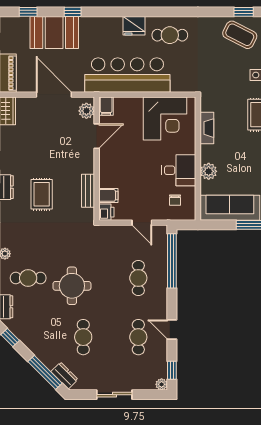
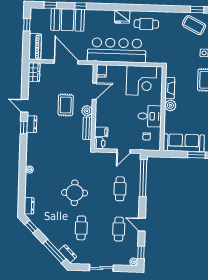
plant: (86, 111) -> (87, 111), moved
plant: (209, 171) -> (170, 105), moved
rug: (42, 194) -> (66, 105), moved
door: (142, 223) -> (124, 151), hinge flipped
cafe table: (28, 278) -> (45, 187), removed

